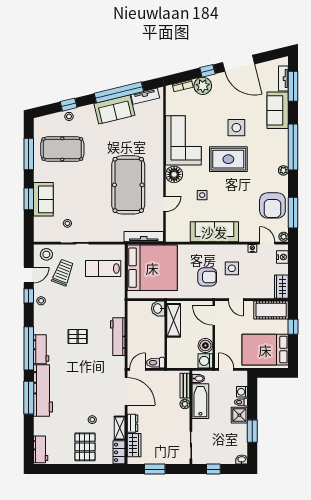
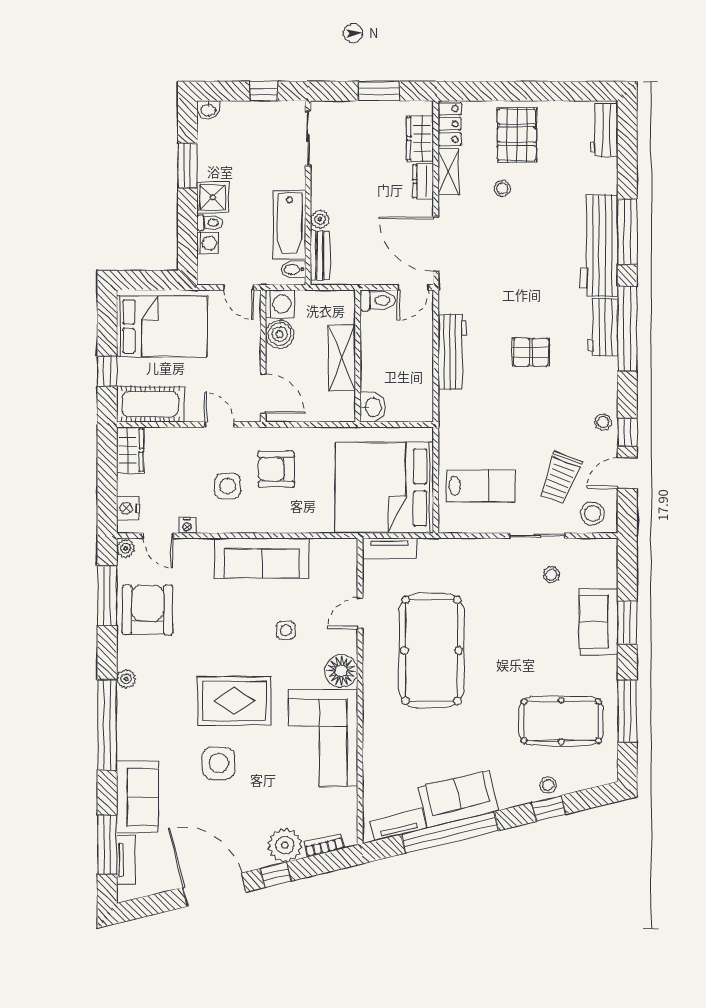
tv unit: (144, 237) -> (390, 548), width x0.71
shelving: (174, 320) -> (342, 358), moved

